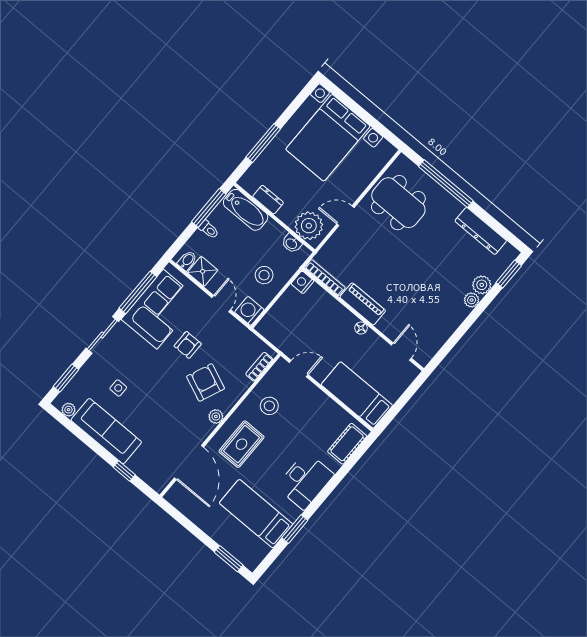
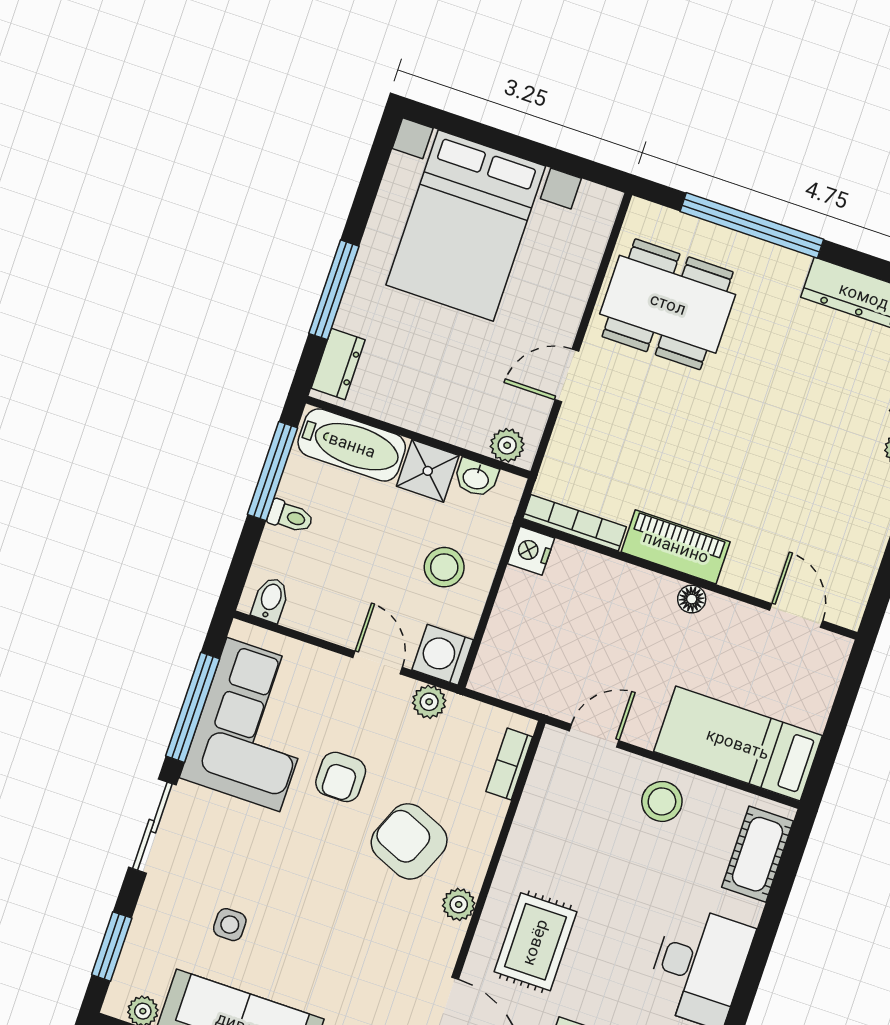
dresser: (268, 200) -> (338, 364), moved, turned 90
plant: (309, 226) -> (507, 445), width x0.53, depth x0.53
shower: (203, 271) -> (428, 471), moved
plant: (236, 328) -> (429, 702), added
stool: (269, 406) -> (662, 801), moved

